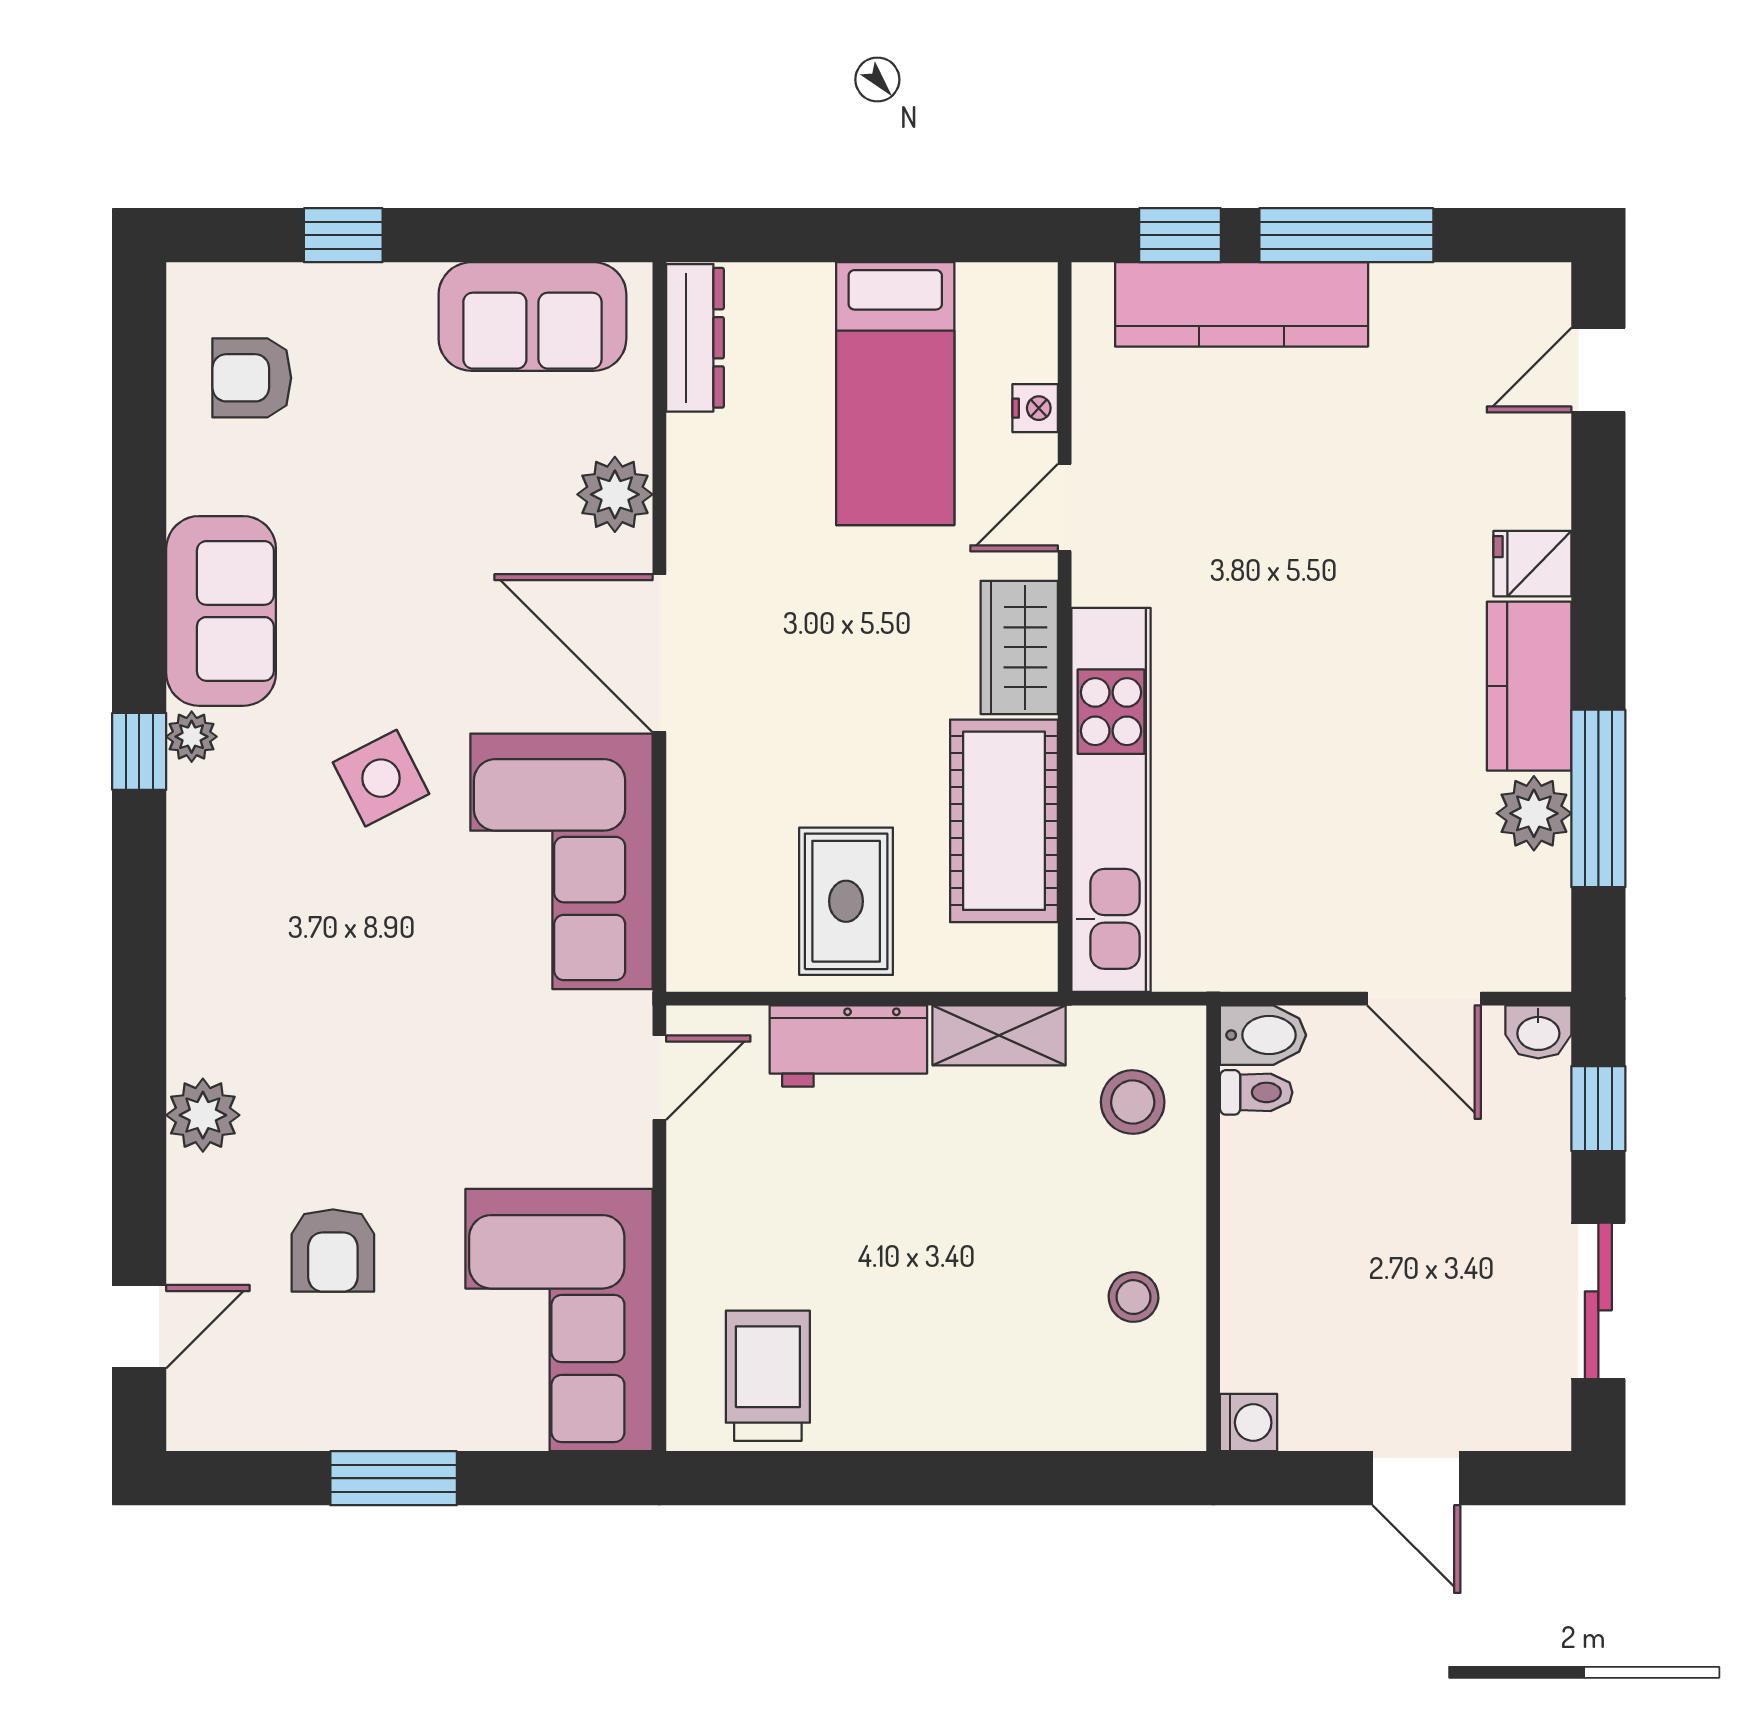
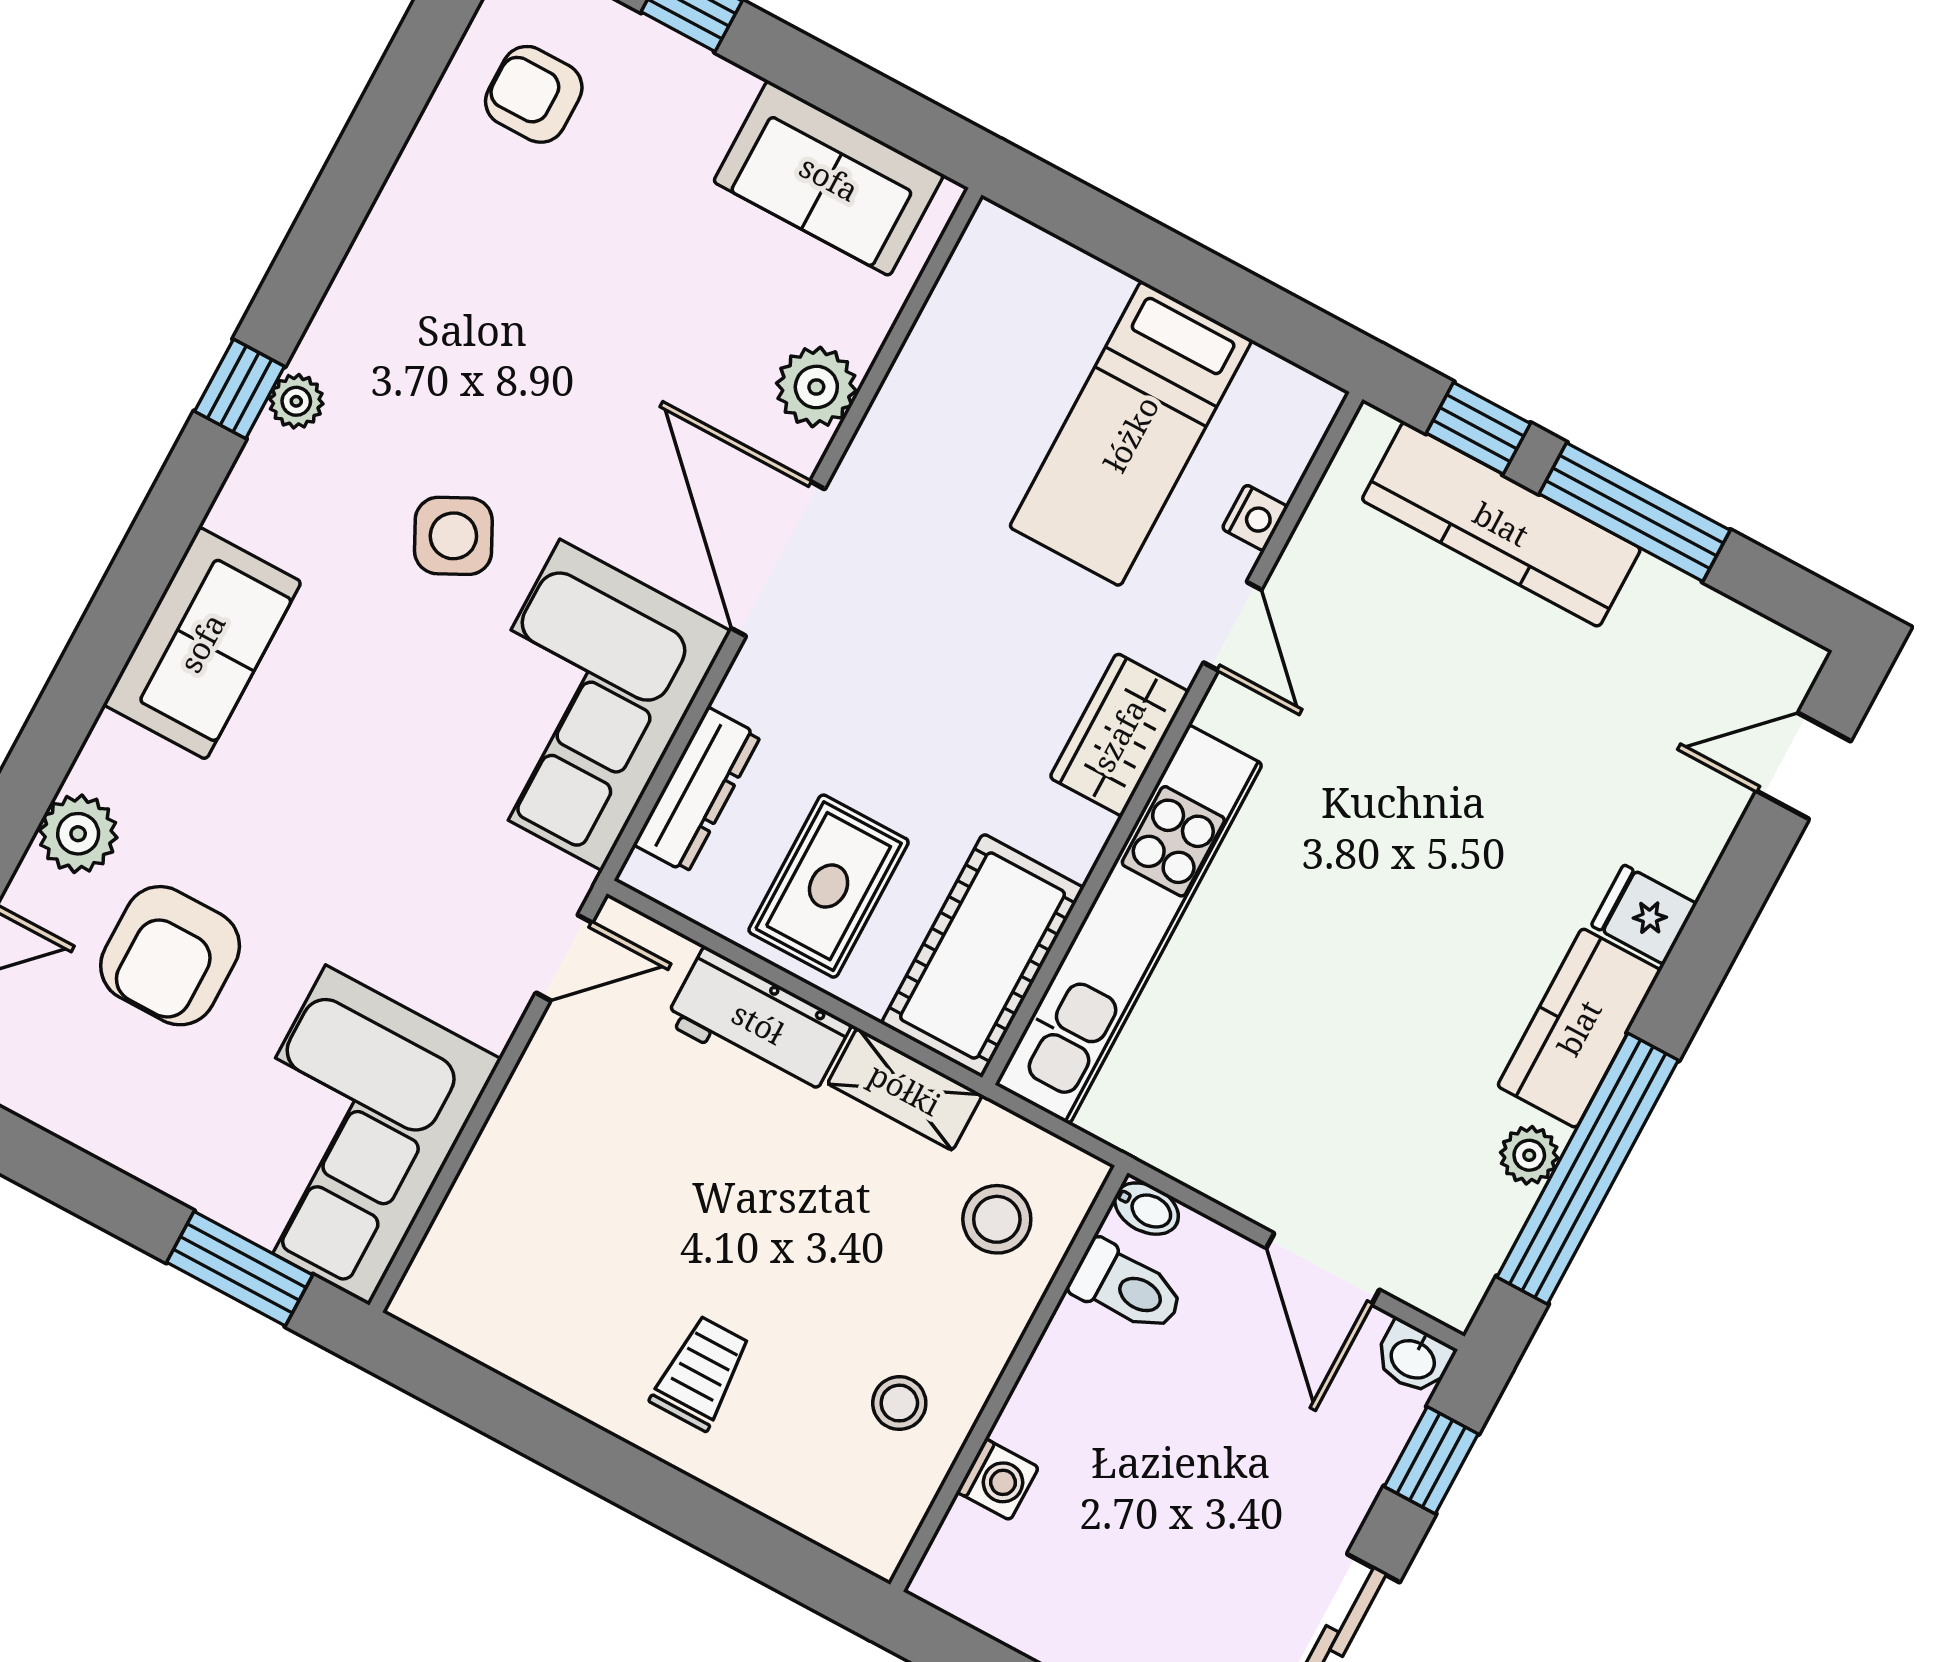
dresser: (695, 338) -> (697, 790), moved
door: (1065, 508) -> (1233, 626), swing flipped
sofa: (221, 611) -> (202, 643), moved
window: (1598, 798) -> (1588, 1169), width x1.46
plant: (1534, 813) -> (1529, 1155), width x0.73, depth x0.73
cot: (1004, 821) -> (982, 956), moved
bidet: (1263, 1035) -> (1147, 1209), width x0.72, depth x0.74
toilet: (1256, 1092) -> (1127, 1287), width x1.37, depth x1.39
plant: (203, 1115) -> (78, 834), moved
armchair: (333, 1250) -> (170, 956), width x1.38, depth x1.38
trolley: (768, 1376) -> (701, 1373), moved, width x0.73, depth x0.72
washing machine: (1249, 1423) -> (998, 1479), moved
window: (394, 1478) -> (240, 1269), moved

